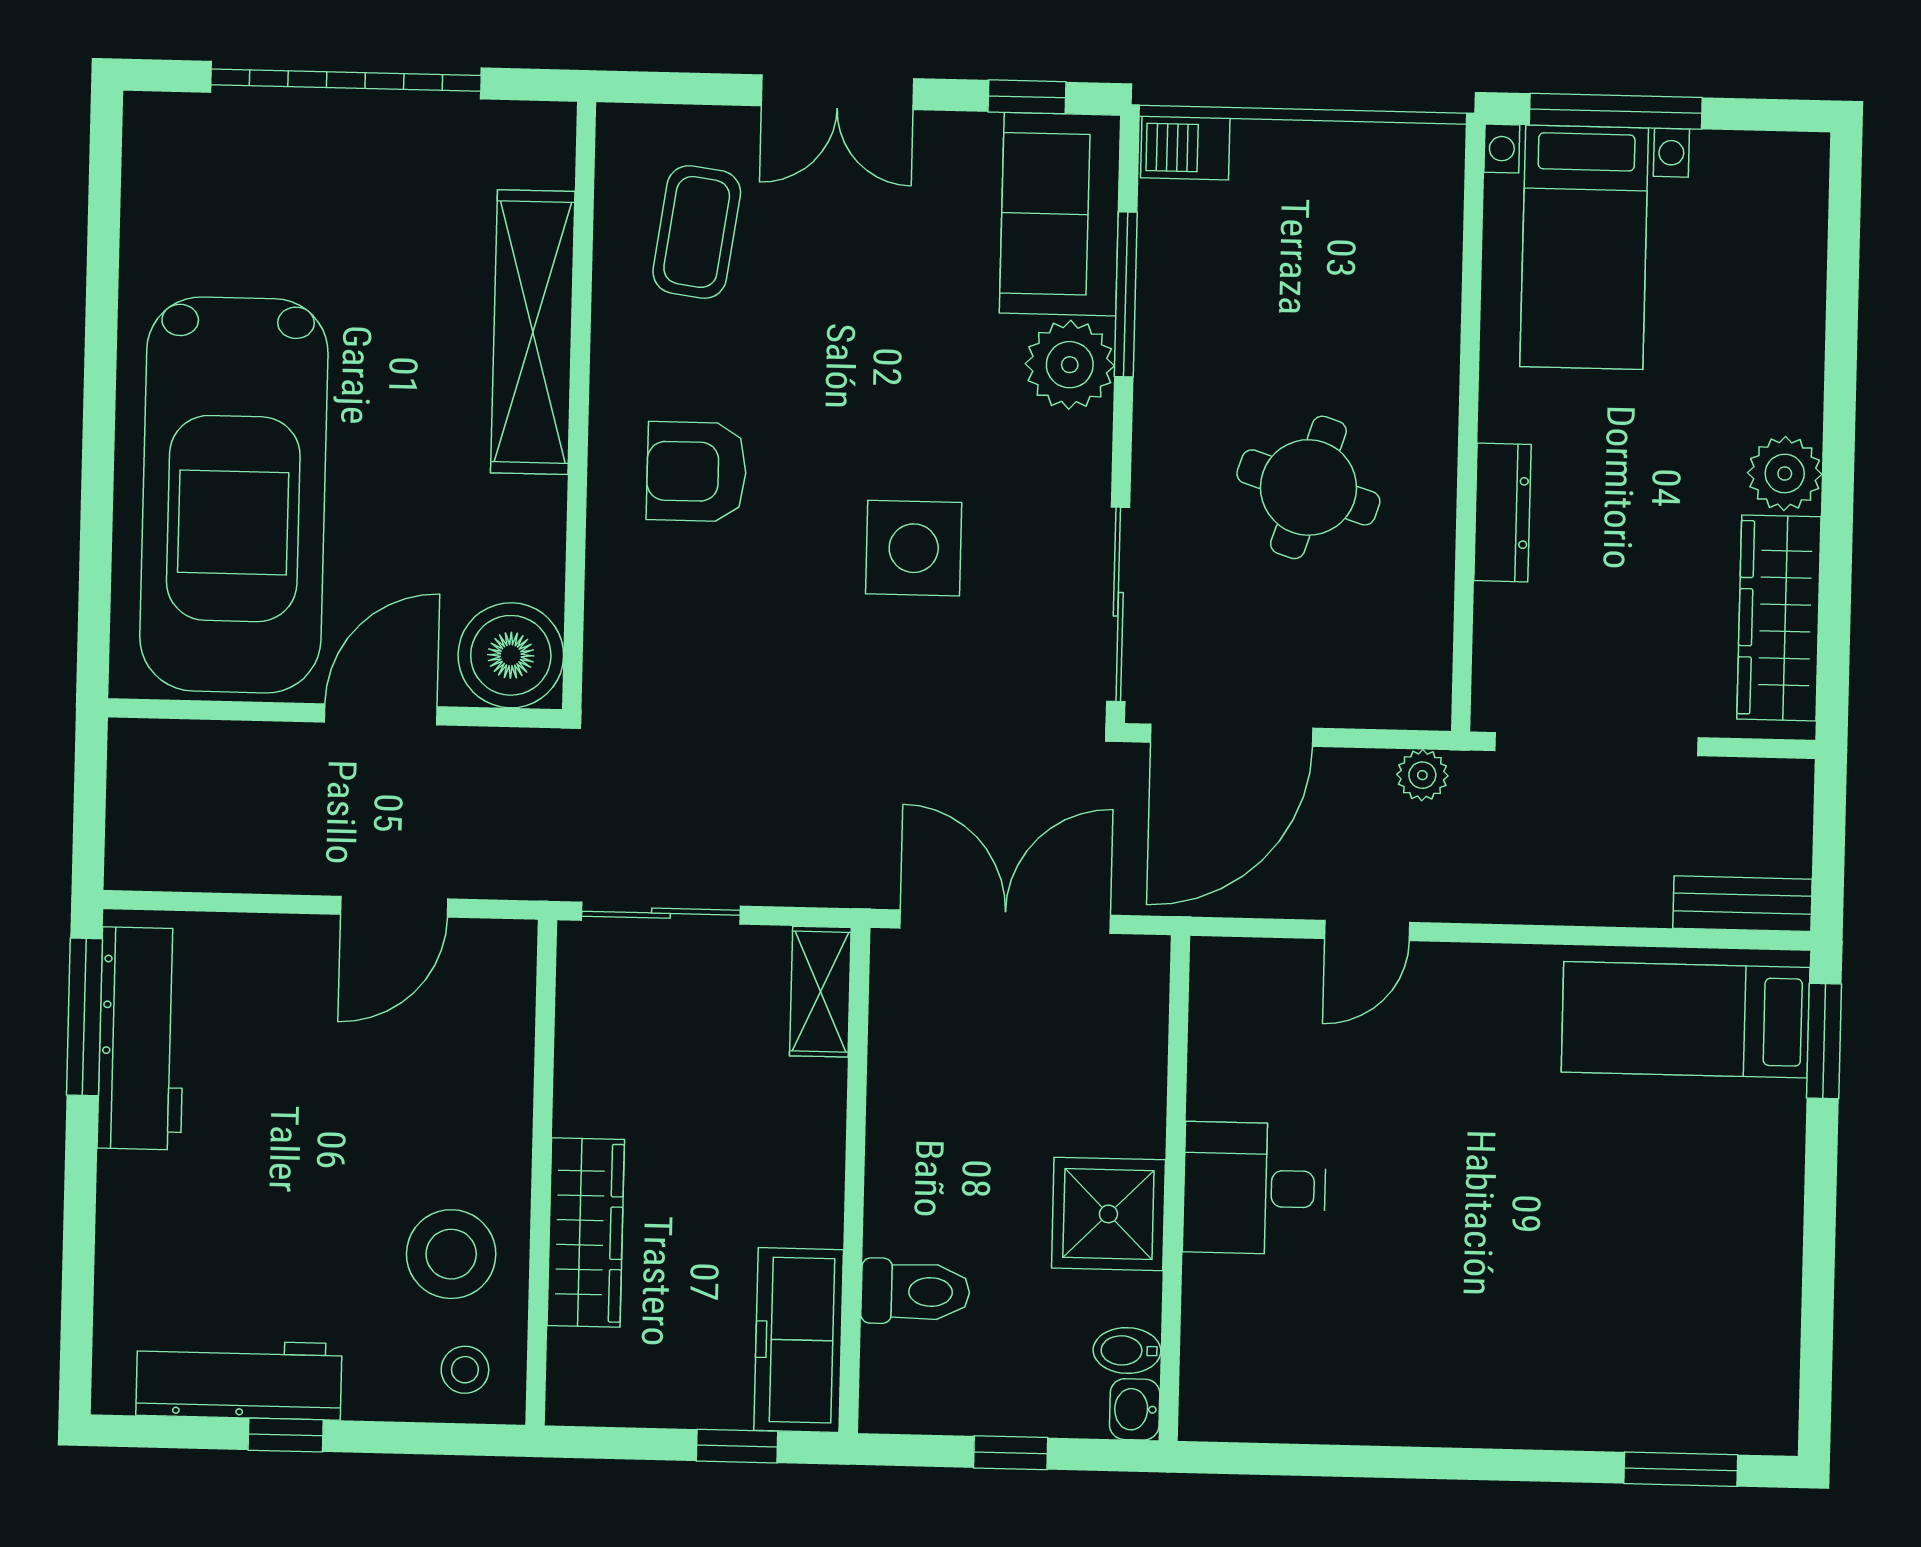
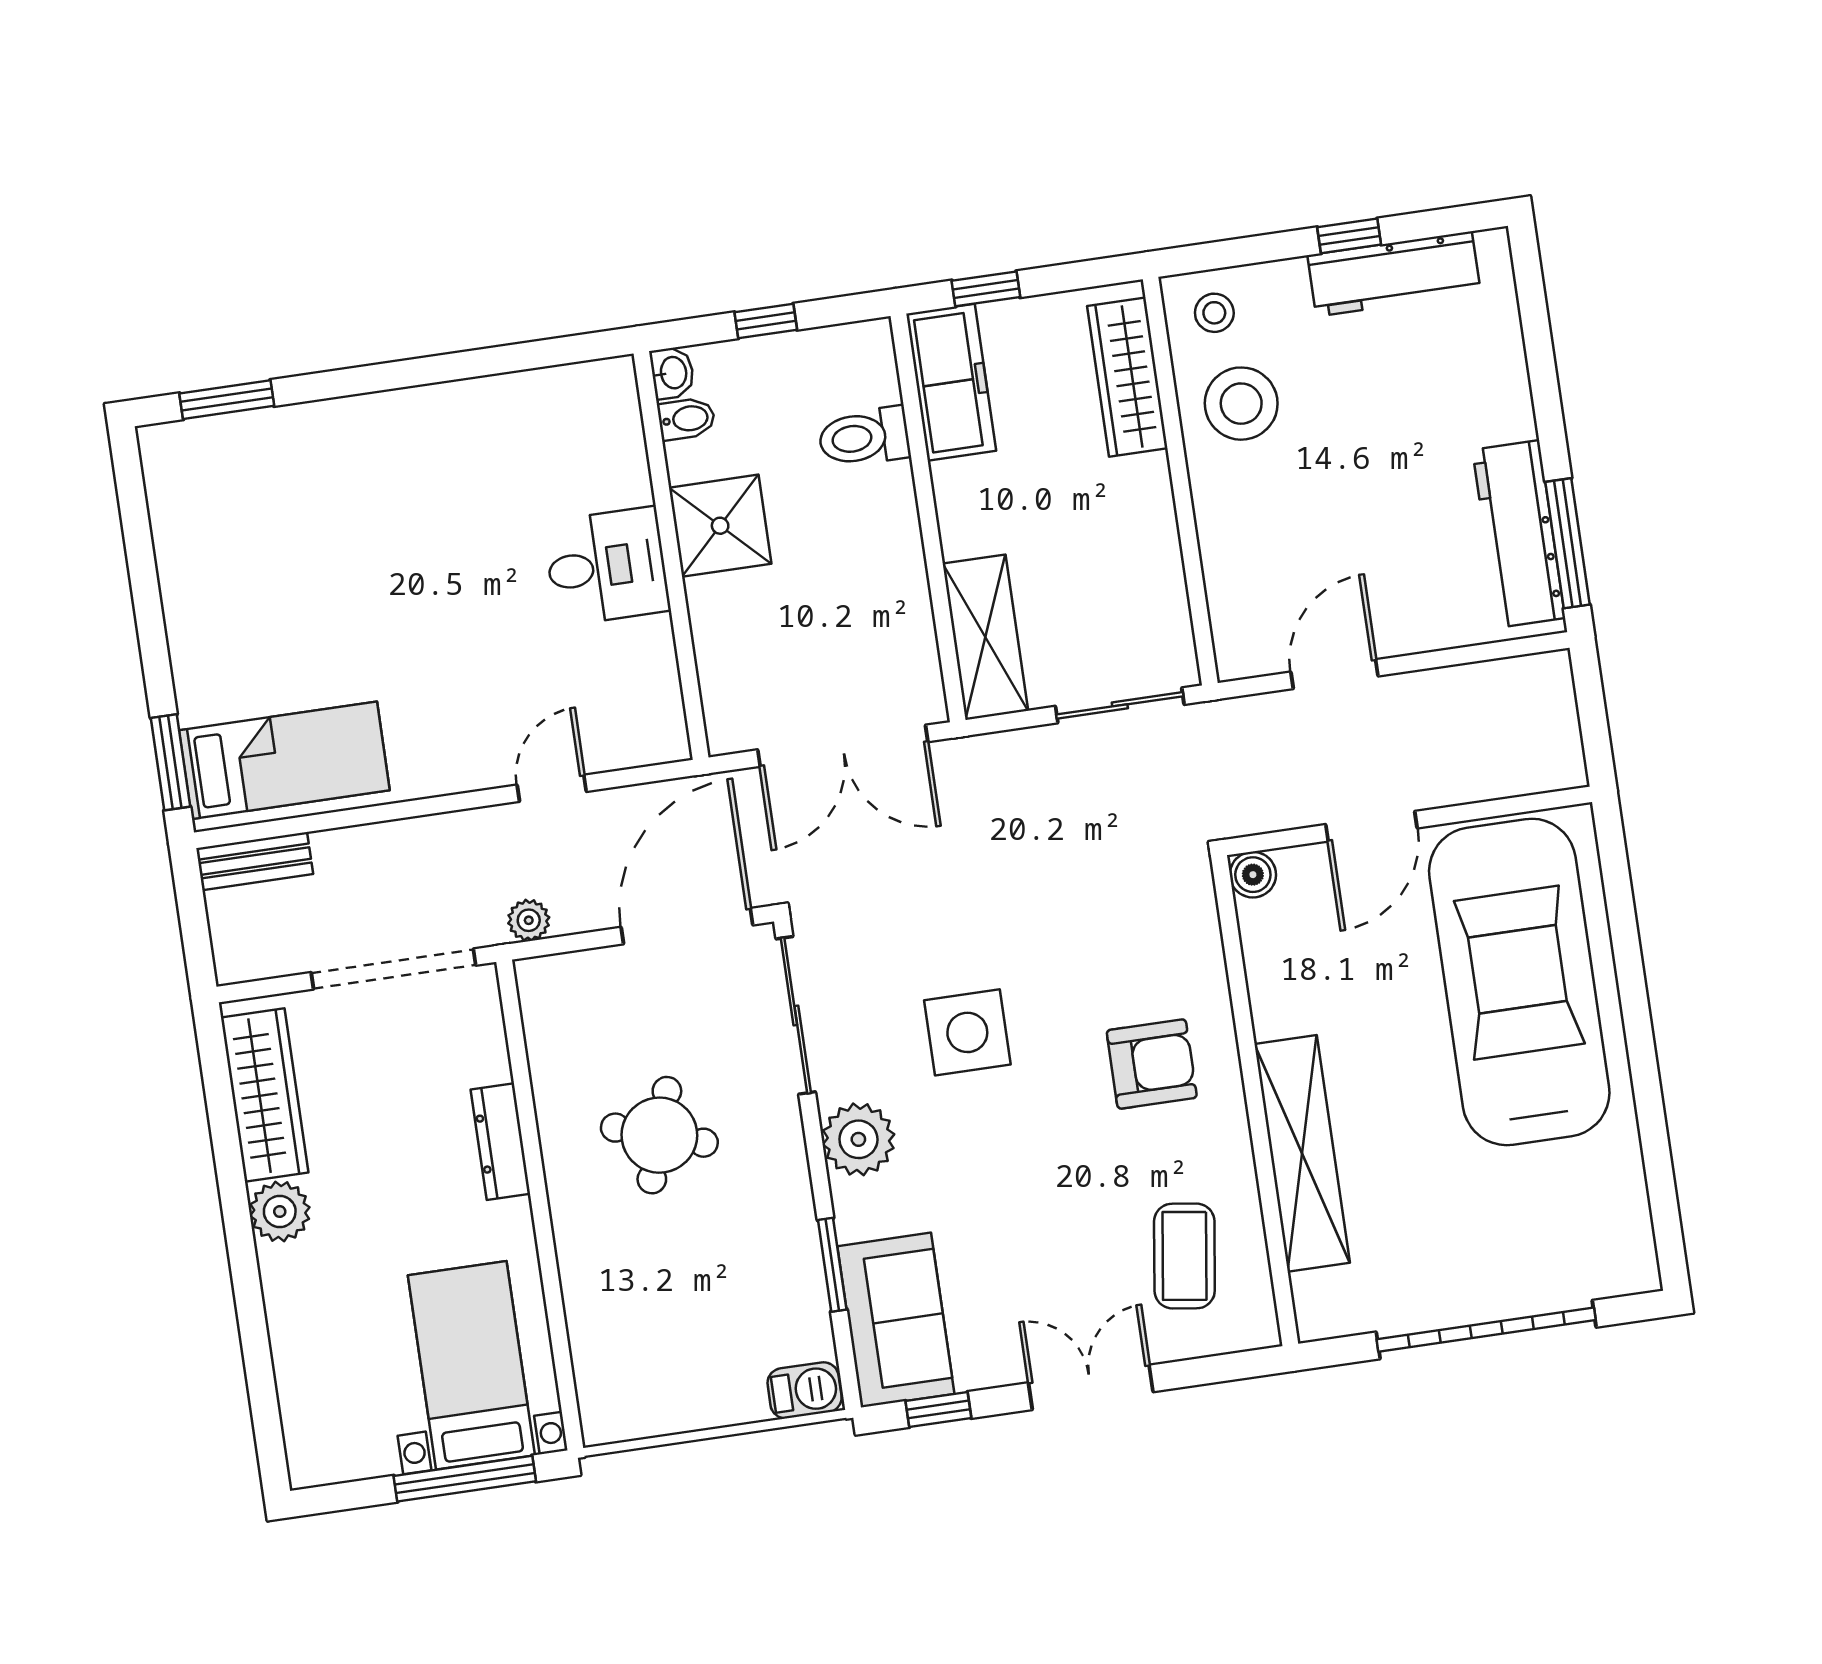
window: (1126, 294) -> (832, 1265), width x0.69
plant: (1070, 365) -> (858, 1139), moved
boiler: (511, 655) -> (1253, 875), width x0.54, depth x0.54
shelving: (820, 992) -> (985, 637), width x1.50, depth x1.33
wardrobe: (586, 1233) -> (1127, 377), moved

